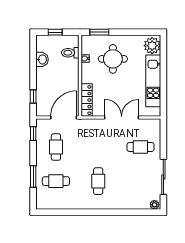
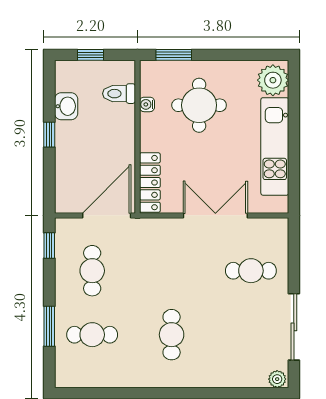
window: (33, 96) -> (49, 135), moved

